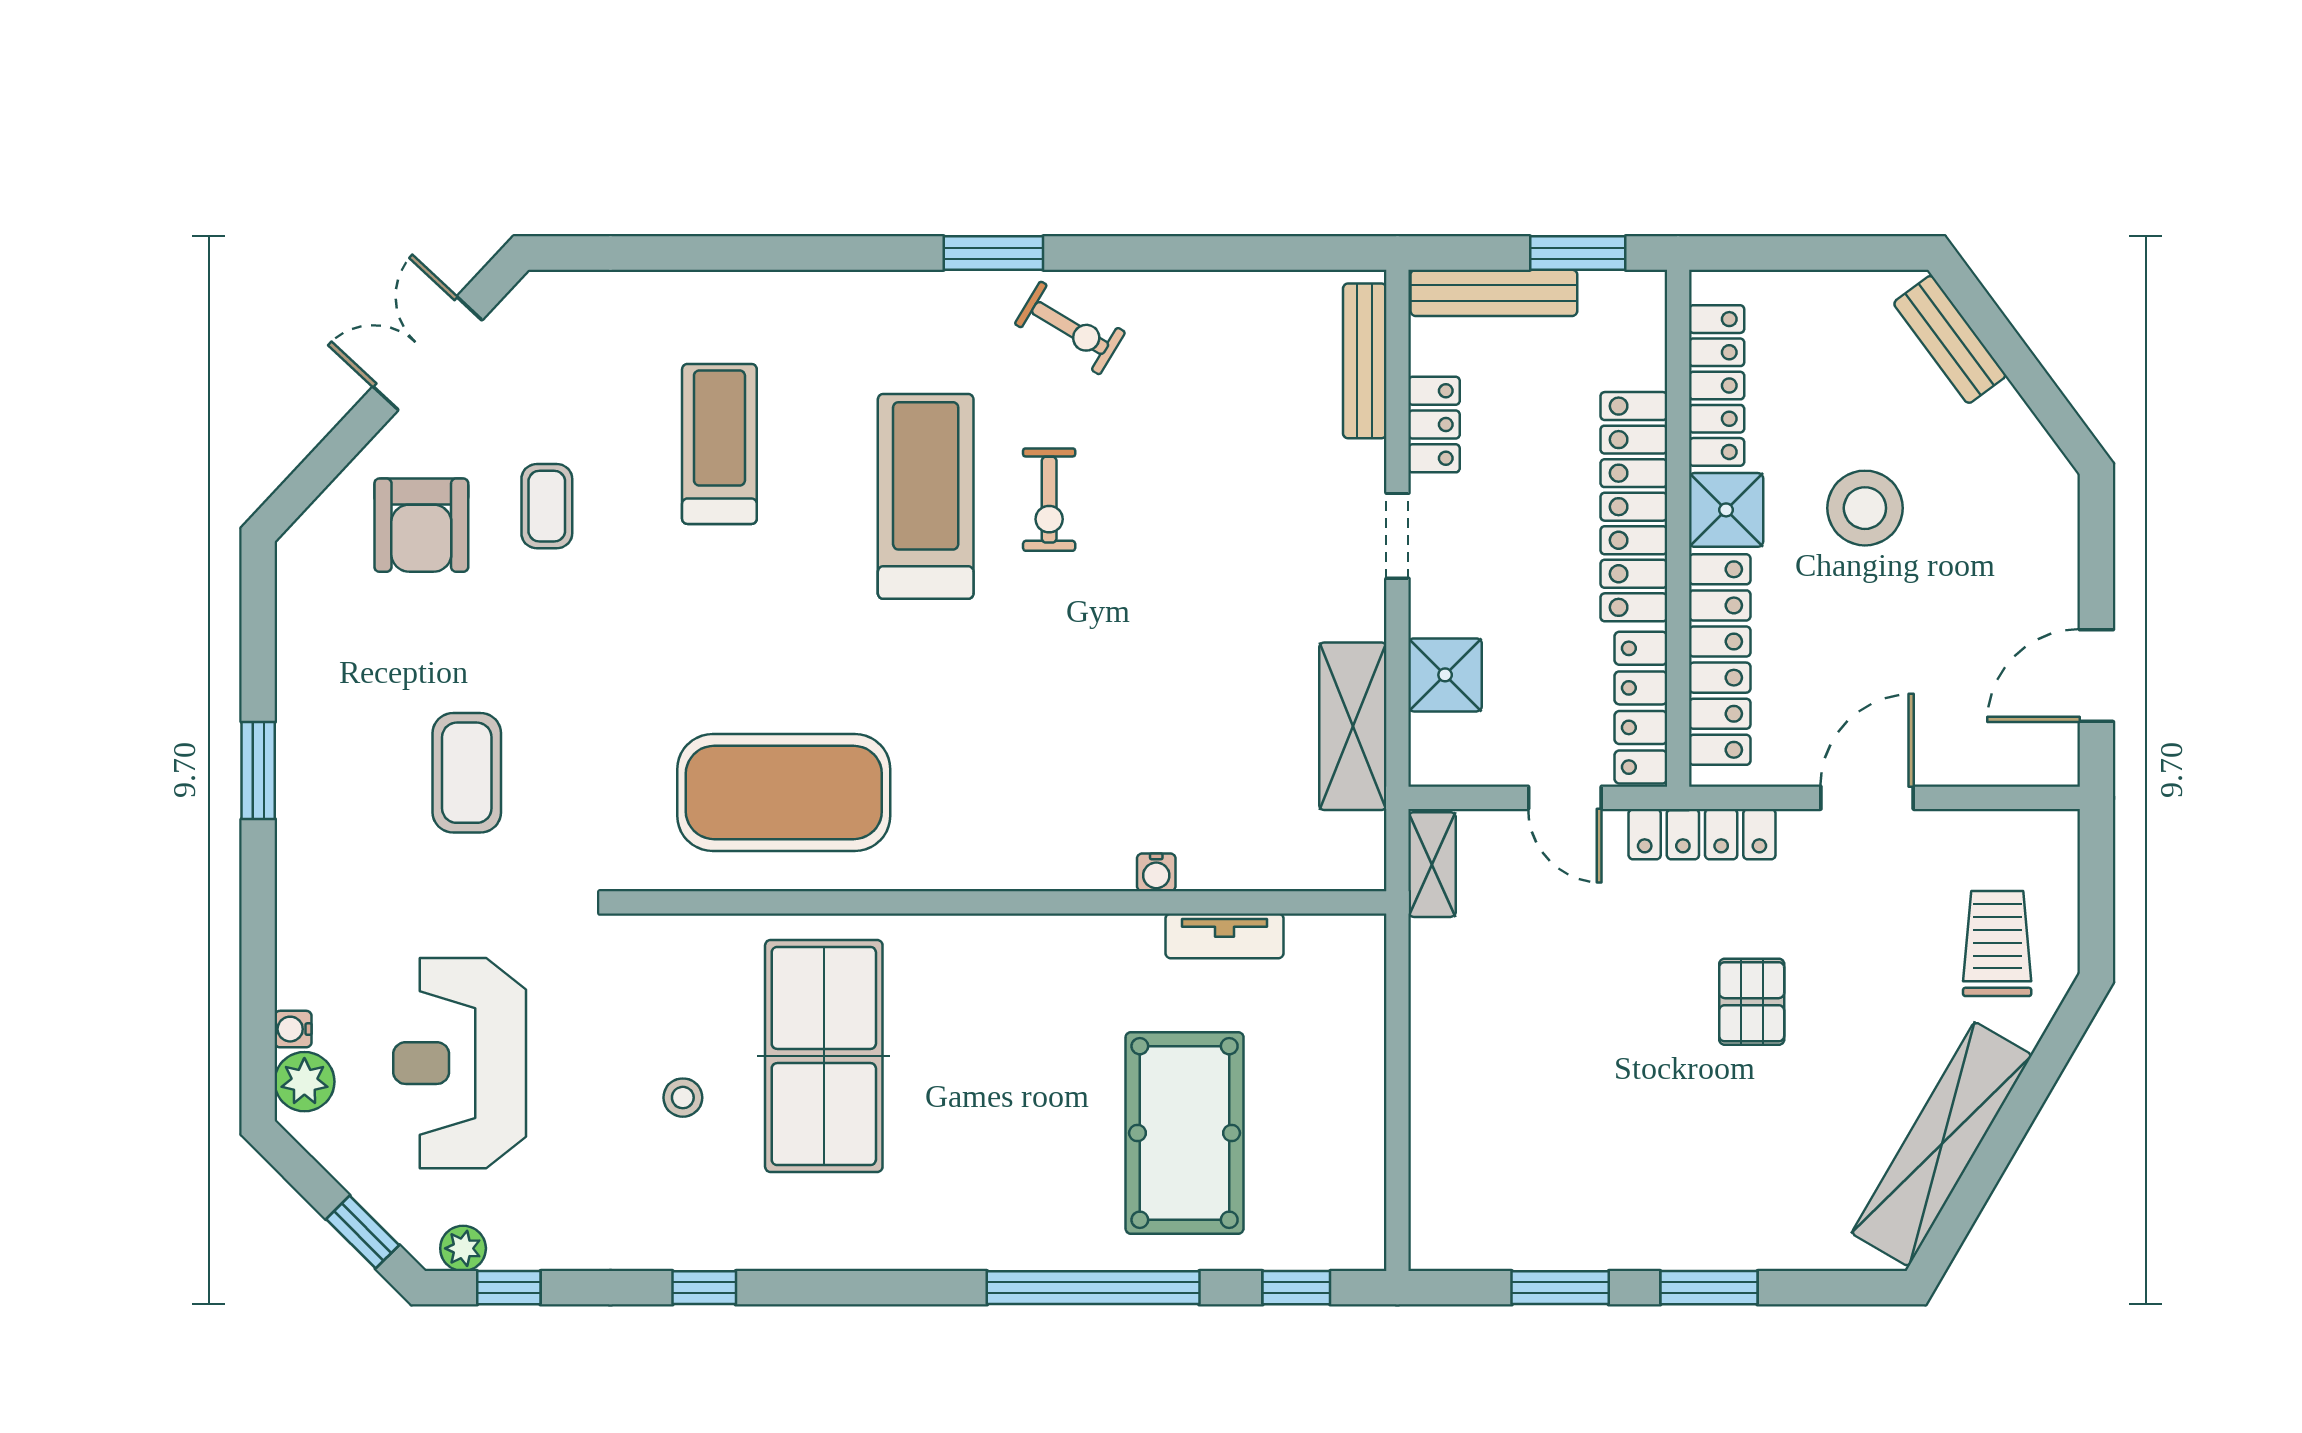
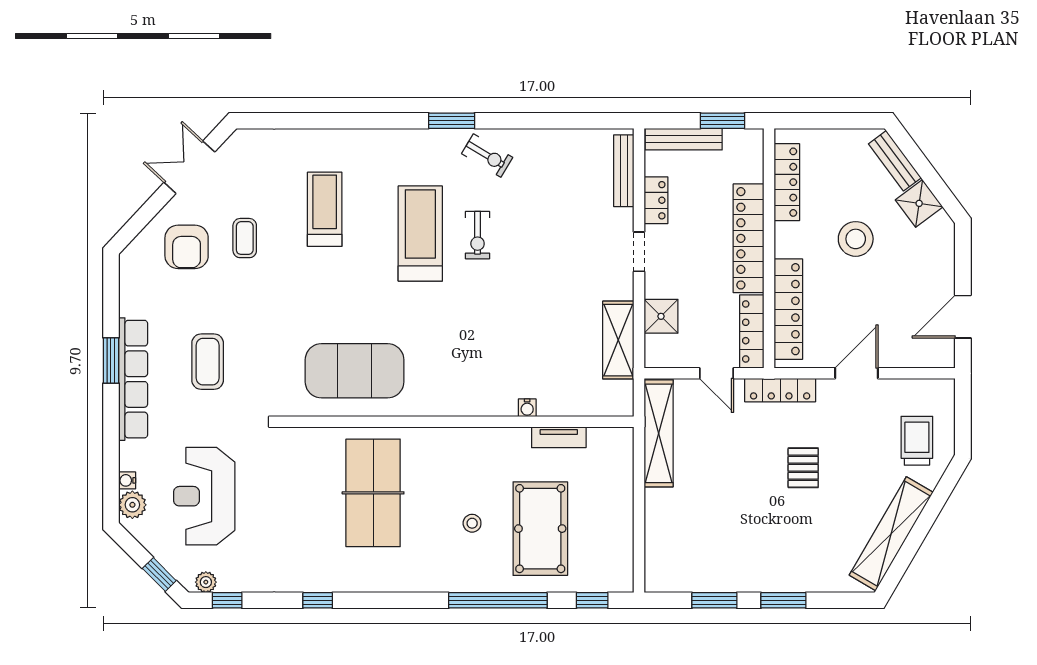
shower: (1726, 510) -> (919, 203), moved, turned -37
row of seats: (306, 810) -> (133, 379), added
shelving: (1432, 865) -> (659, 433), width x2.20, depth x1.33
stool: (683, 1098) -> (472, 523), moved

